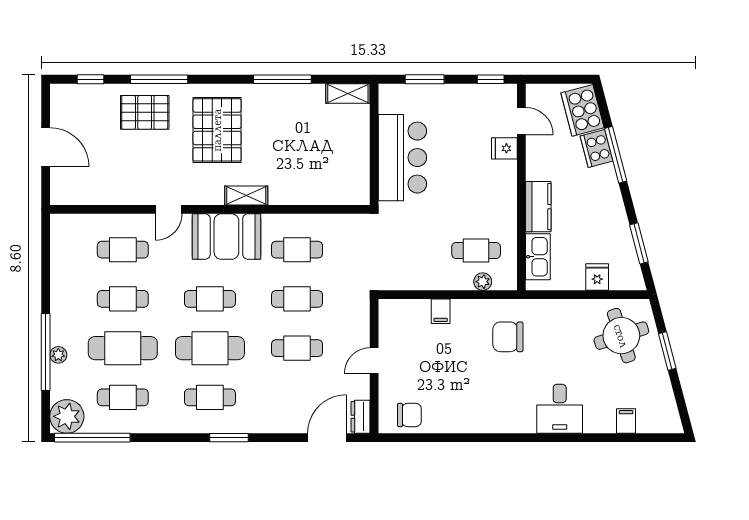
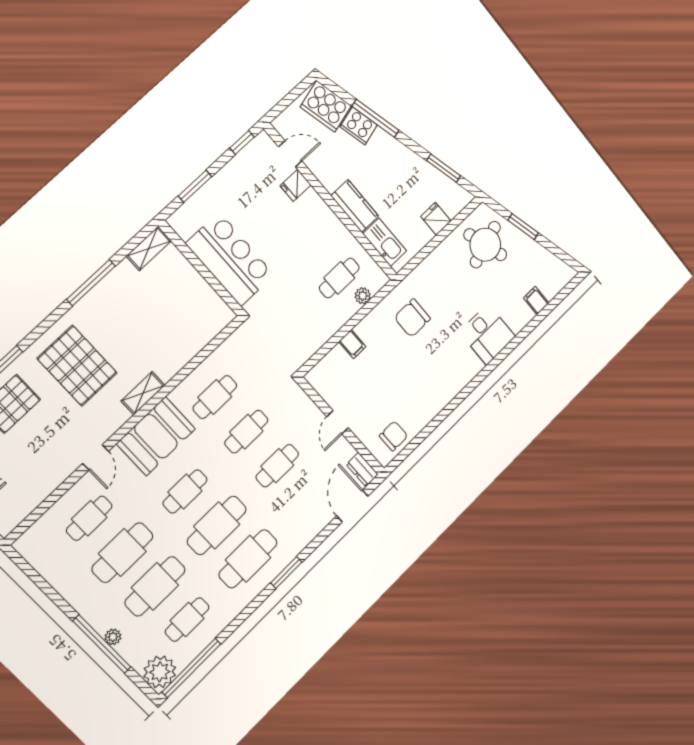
cafe table: (123, 299) -> (122, 553), width x1.37, depth x1.35
cafe table: (210, 397) -> (248, 559), width x1.37, depth x1.35

